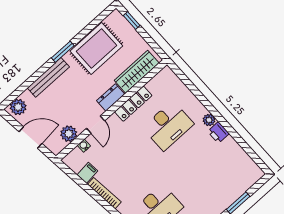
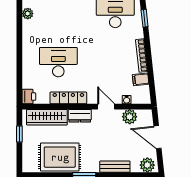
window: (132, 21) -> (19, 134), moved
bench: (48, 77) -> (115, 167), width x0.73
plant: (209, 120) -> (28, 14), moved
door: (96, 125) -> (106, 107), hinge flipped
printer: (218, 132) -> (29, 97), moved

